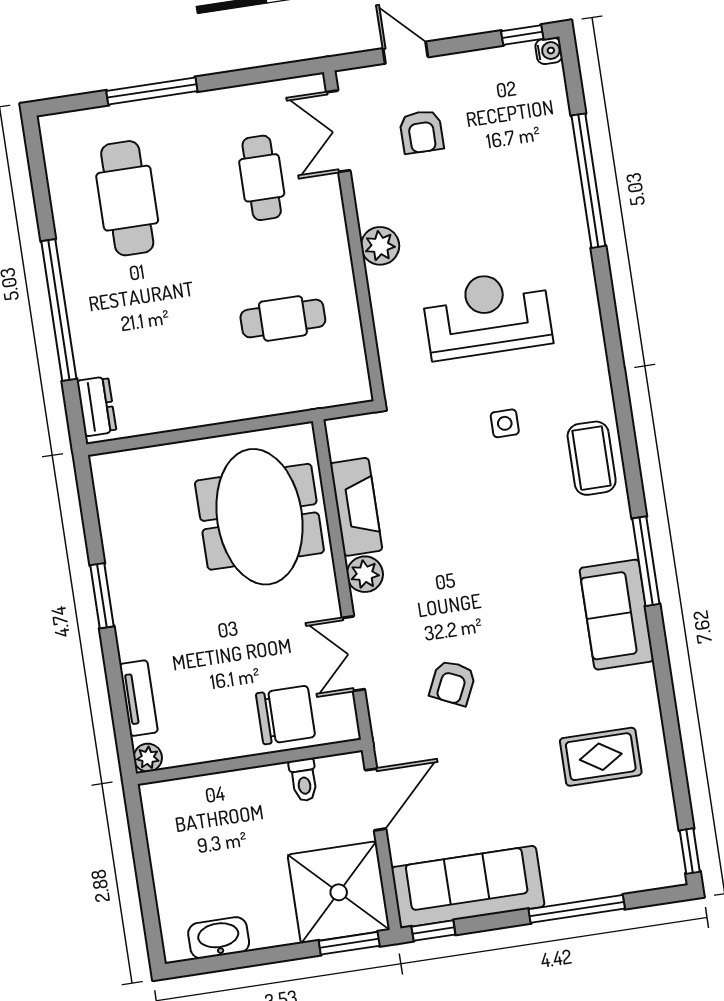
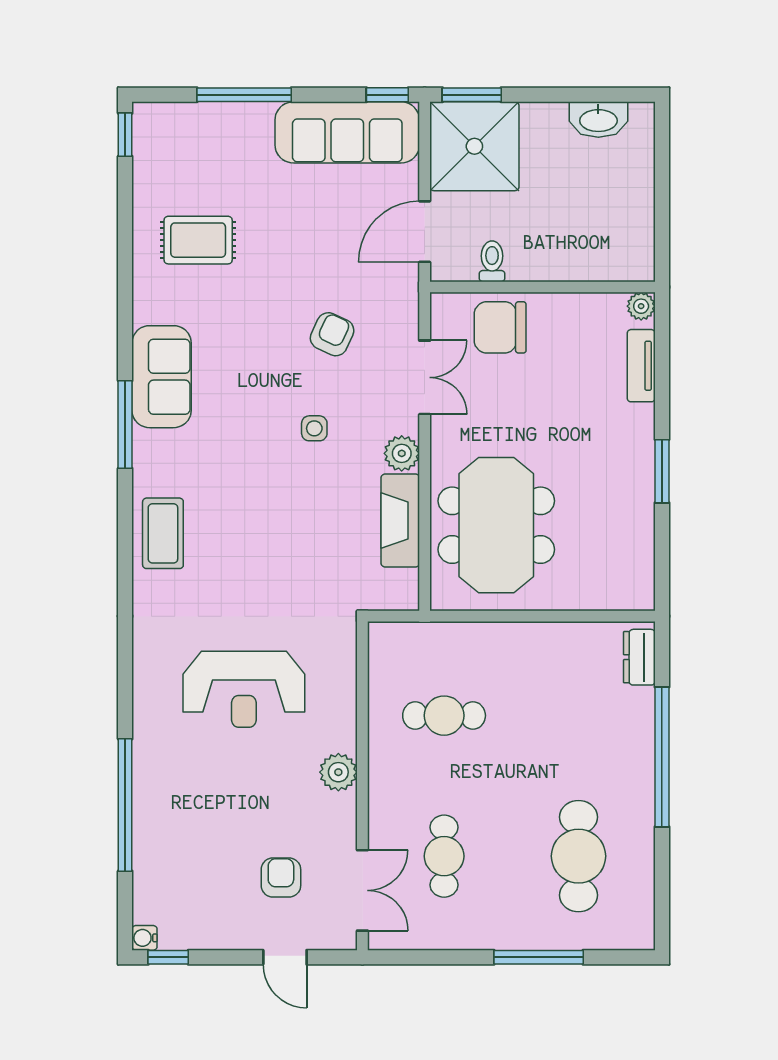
side table: (505, 423) -> (314, 428), moved

